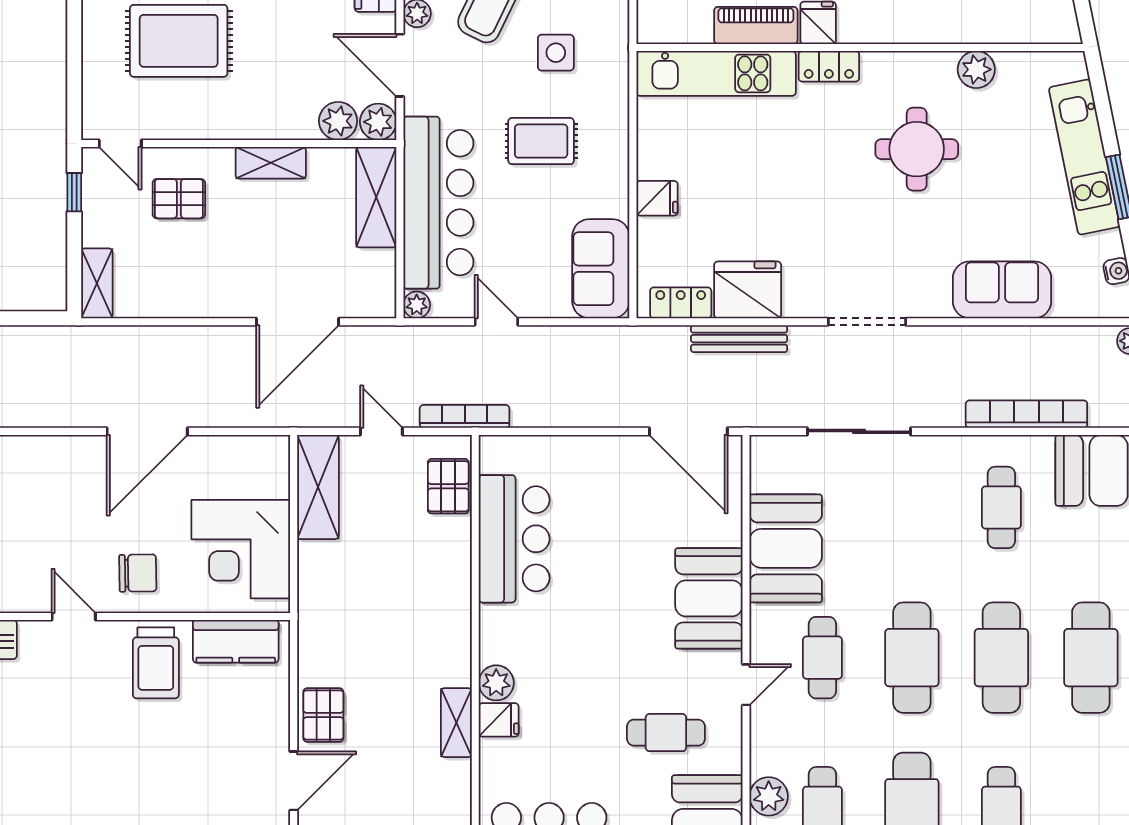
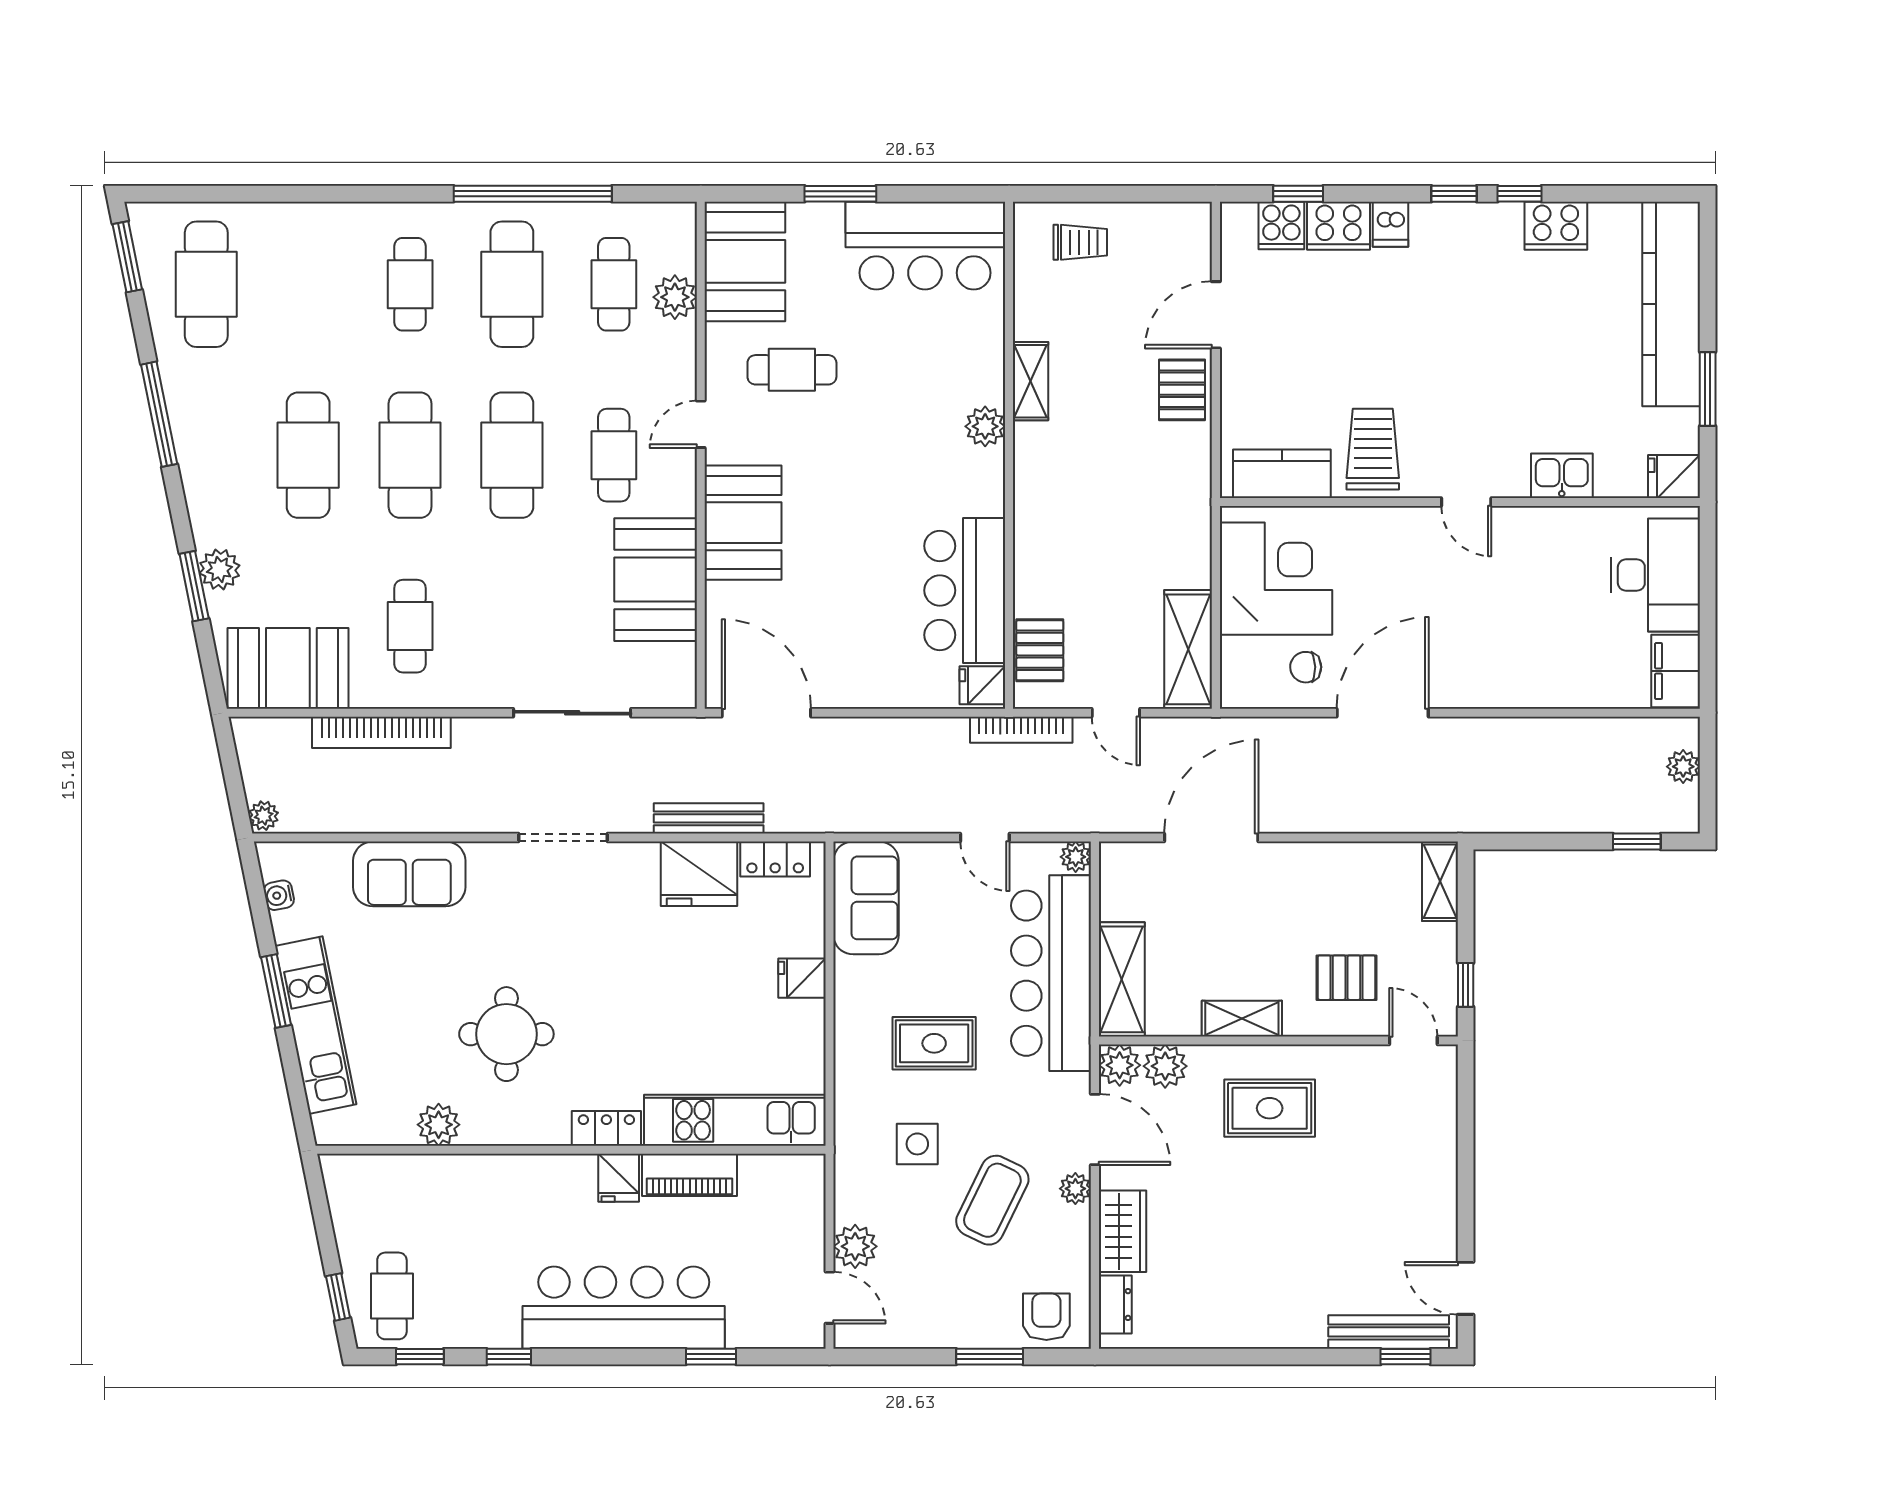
rug: (179, 41) -> (1270, 1108), moved, width x0.73, depth x0.70
chair: (138, 573) -> (1306, 667), moved, width x0.73, depth x0.73
fridge: (499, 720) -> (982, 685), moved

